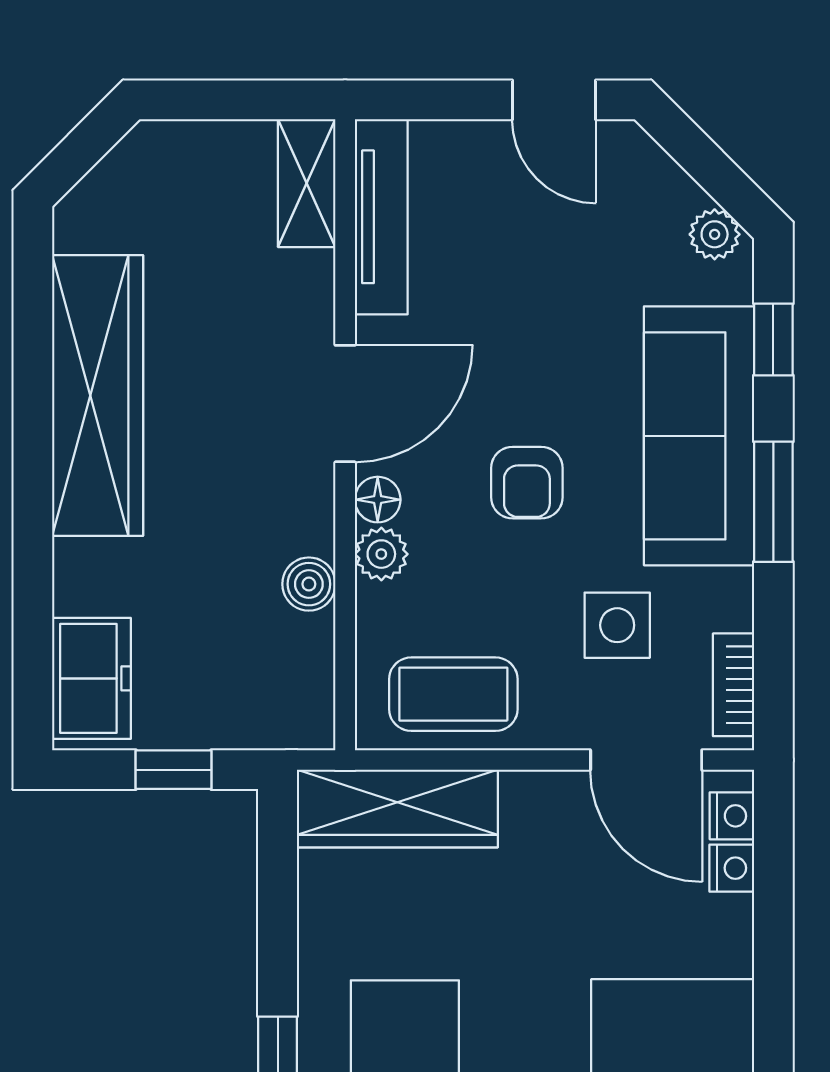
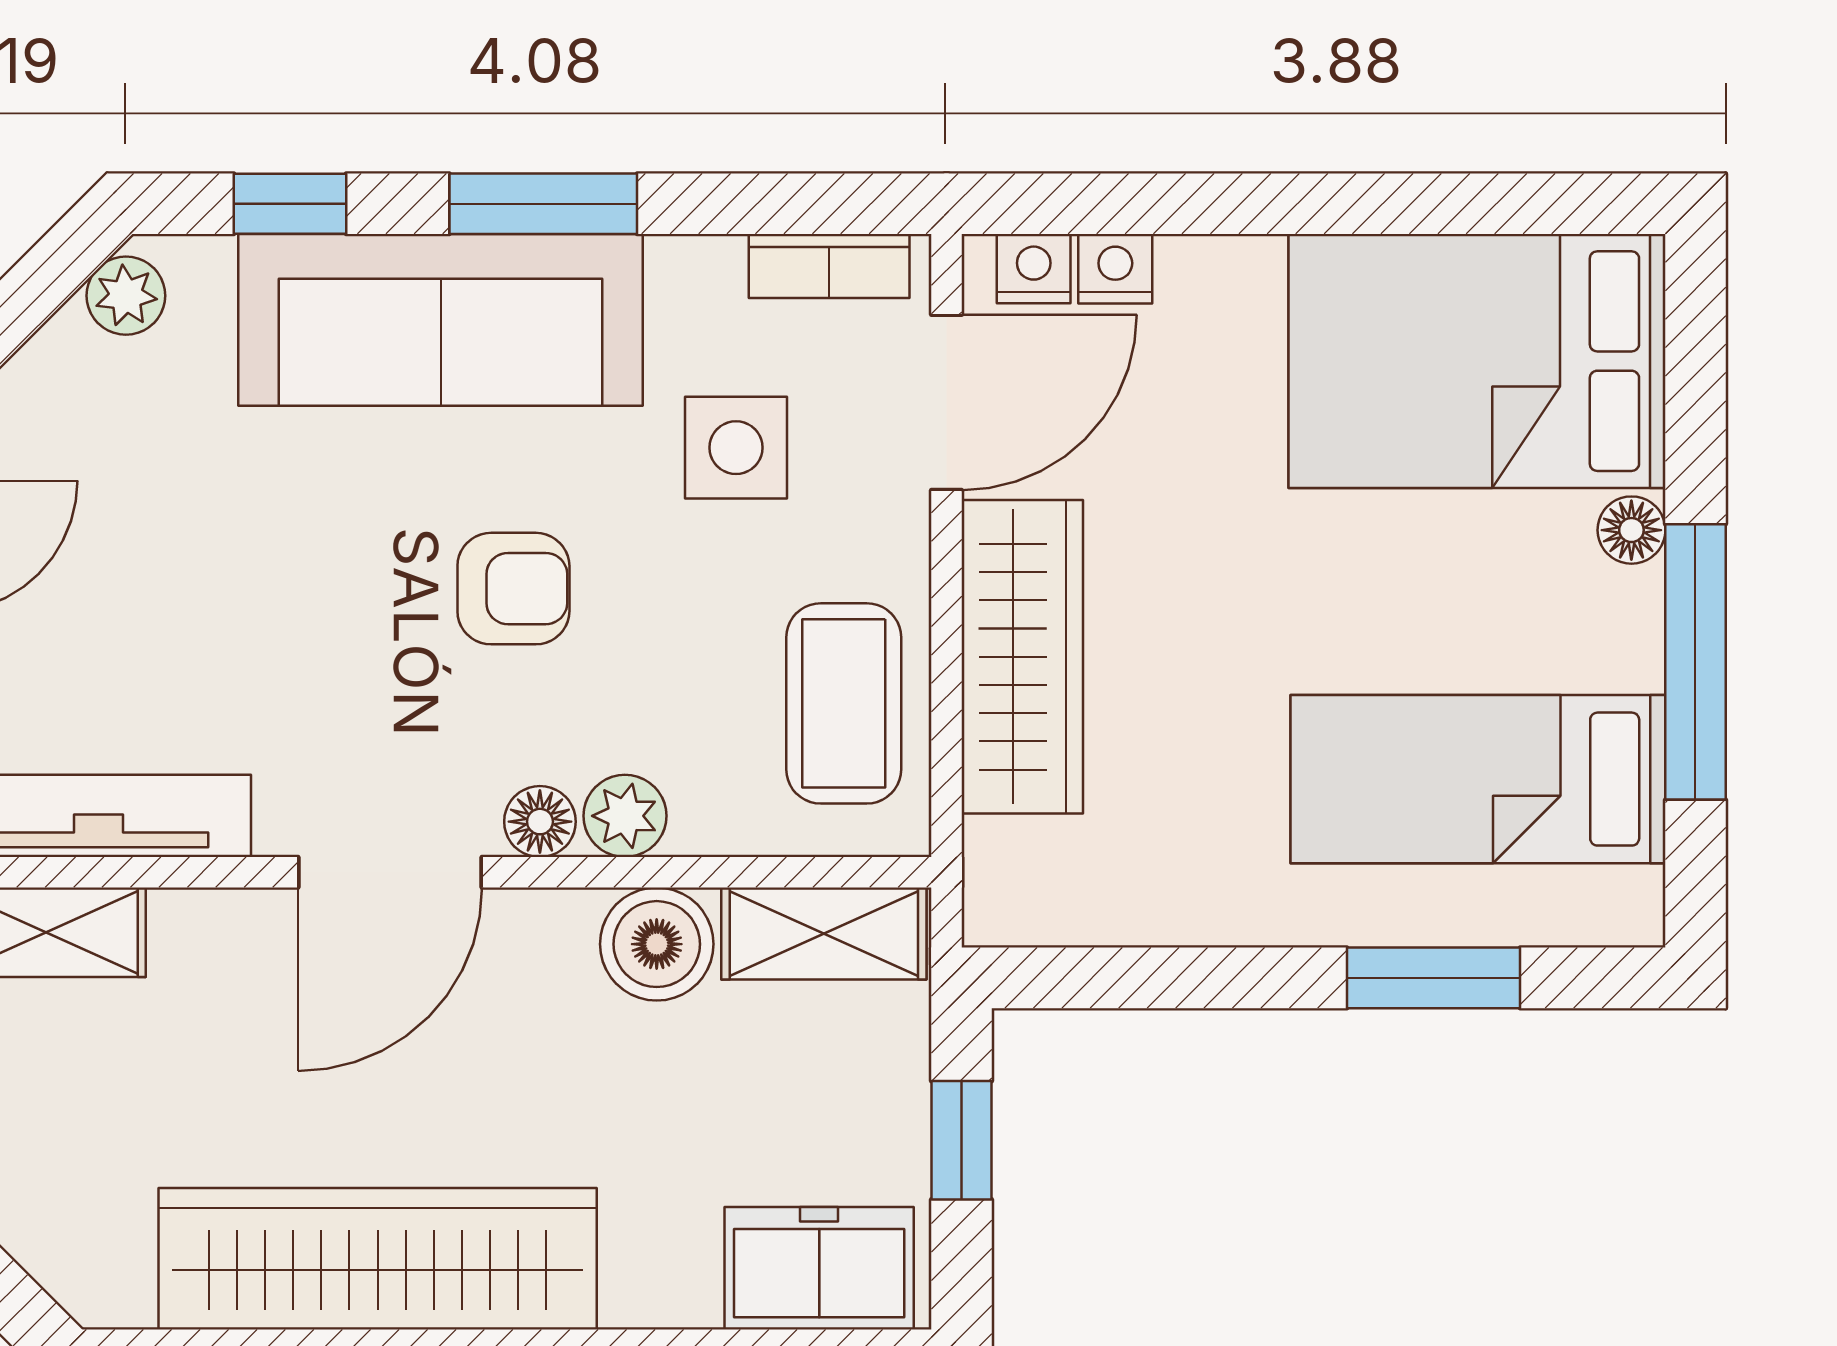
door: (345, 404) -> (390, 872), swing flipped
boiler: (309, 584) -> (657, 944), width x1.36, depth x1.36
shelving: (306, 681) -> (824, 933), added
wardrobe: (397, 809) -> (1022, 657), moved

